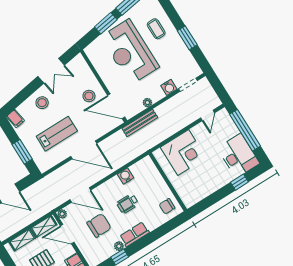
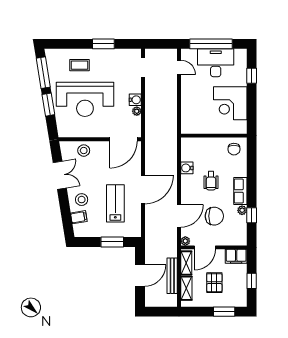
water cooler: (169, 87) -> (135, 100), moved
stool: (89, 96) -> (84, 151), moved
filing cabinet: (15, 118) -> (79, 217), moved
bench: (140, 123) -> (172, 276), moved
corner desk: (183, 153) -> (230, 103), moved, turned 180
desk: (238, 156) -> (216, 63), moved
chair: (99, 225) -> (214, 216), turned 90

